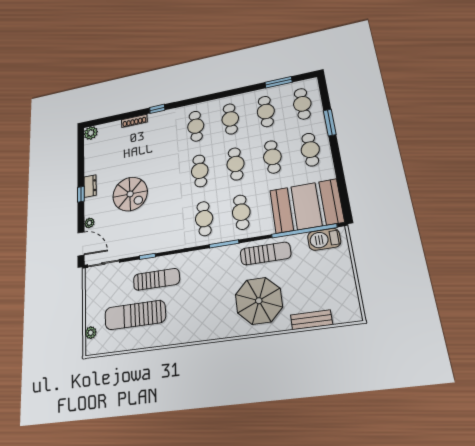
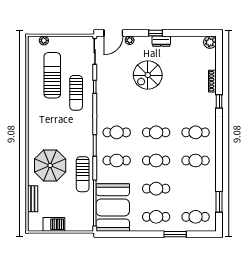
cafe table: (266, 111) -> (196, 189), removed
barbecue: (324, 239) -> (54, 224), moved, turned 90

